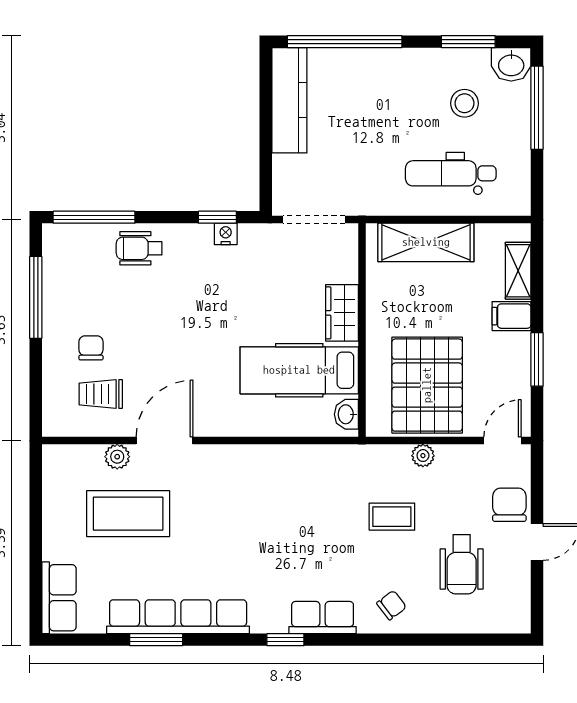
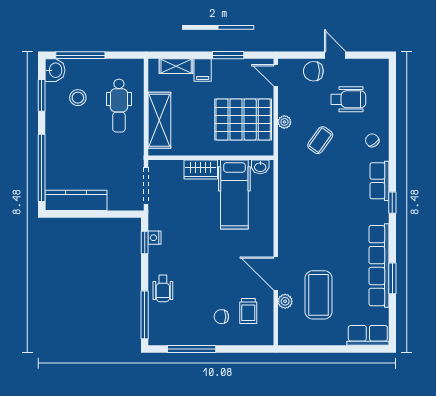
coffee table: (392, 517) -> (320, 140), turned 36

